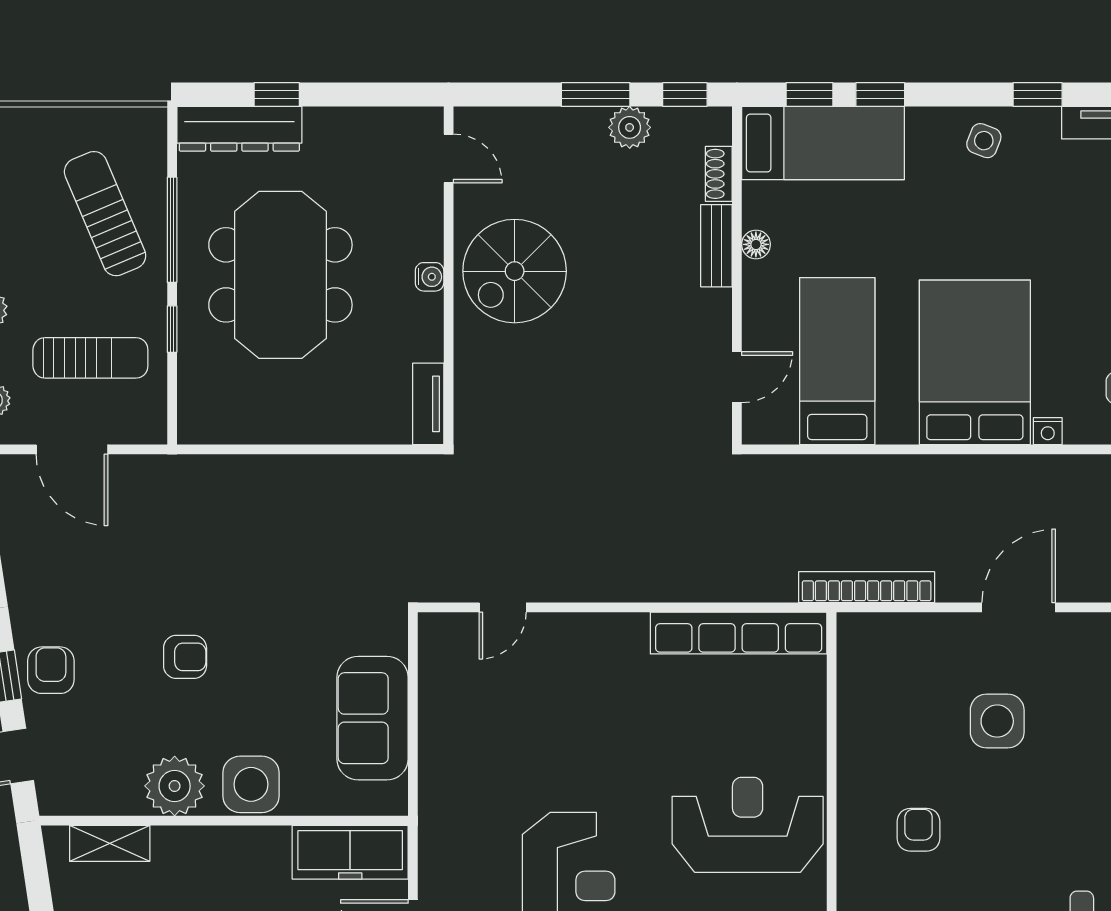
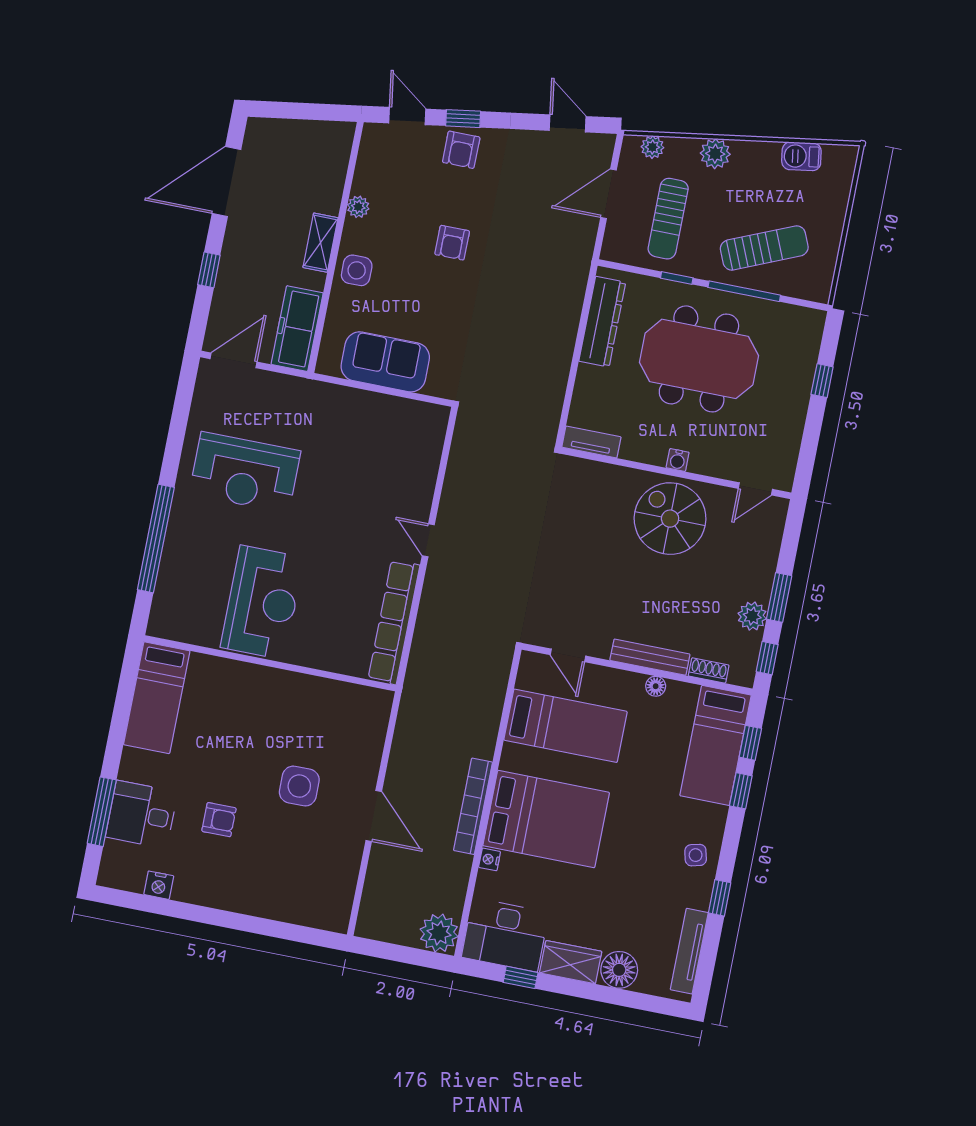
dresser: (239, 129) -> (602, 322), moved, turned 180
side table: (984, 141) -> (696, 855), turned -35
bench: (716, 246) -> (650, 657), width x1.36
bookcase: (867, 587) -> (473, 806), moved, turned 180
door: (503, 607) -> (428, 540), moved
armchair: (51, 670) -> (461, 150), turned 90
side table: (251, 784) -> (357, 270), width x0.73, depth x0.73
plant: (175, 786) -> (358, 207), width x0.53, depth x0.53
armchair: (919, 830) -> (219, 820), moved
shelving: (110, 843) -> (320, 243), moved

